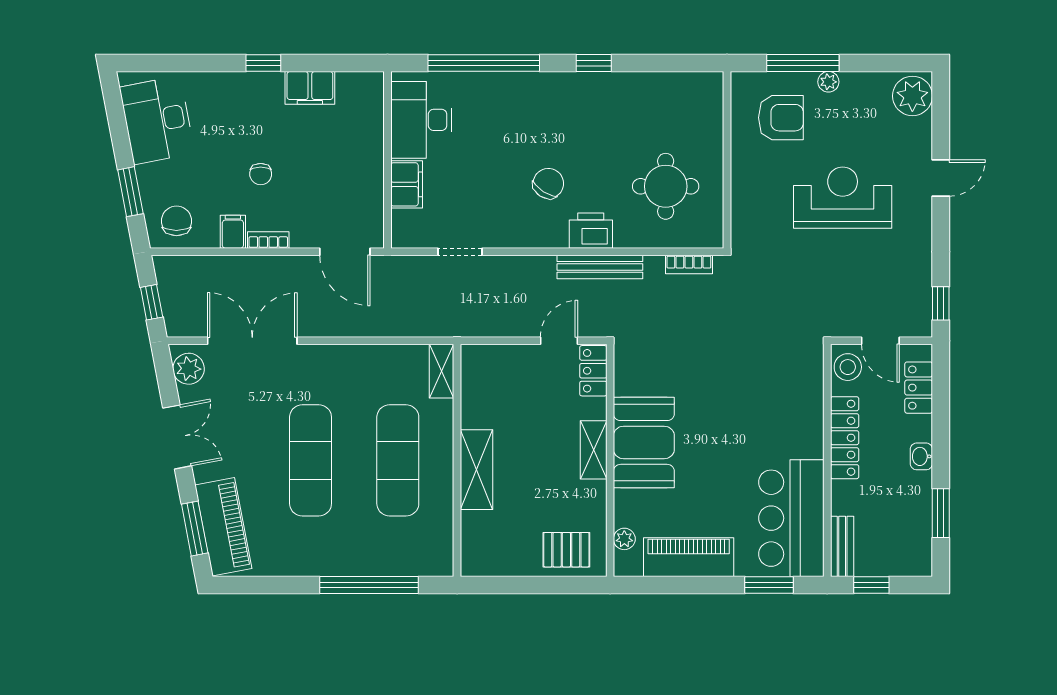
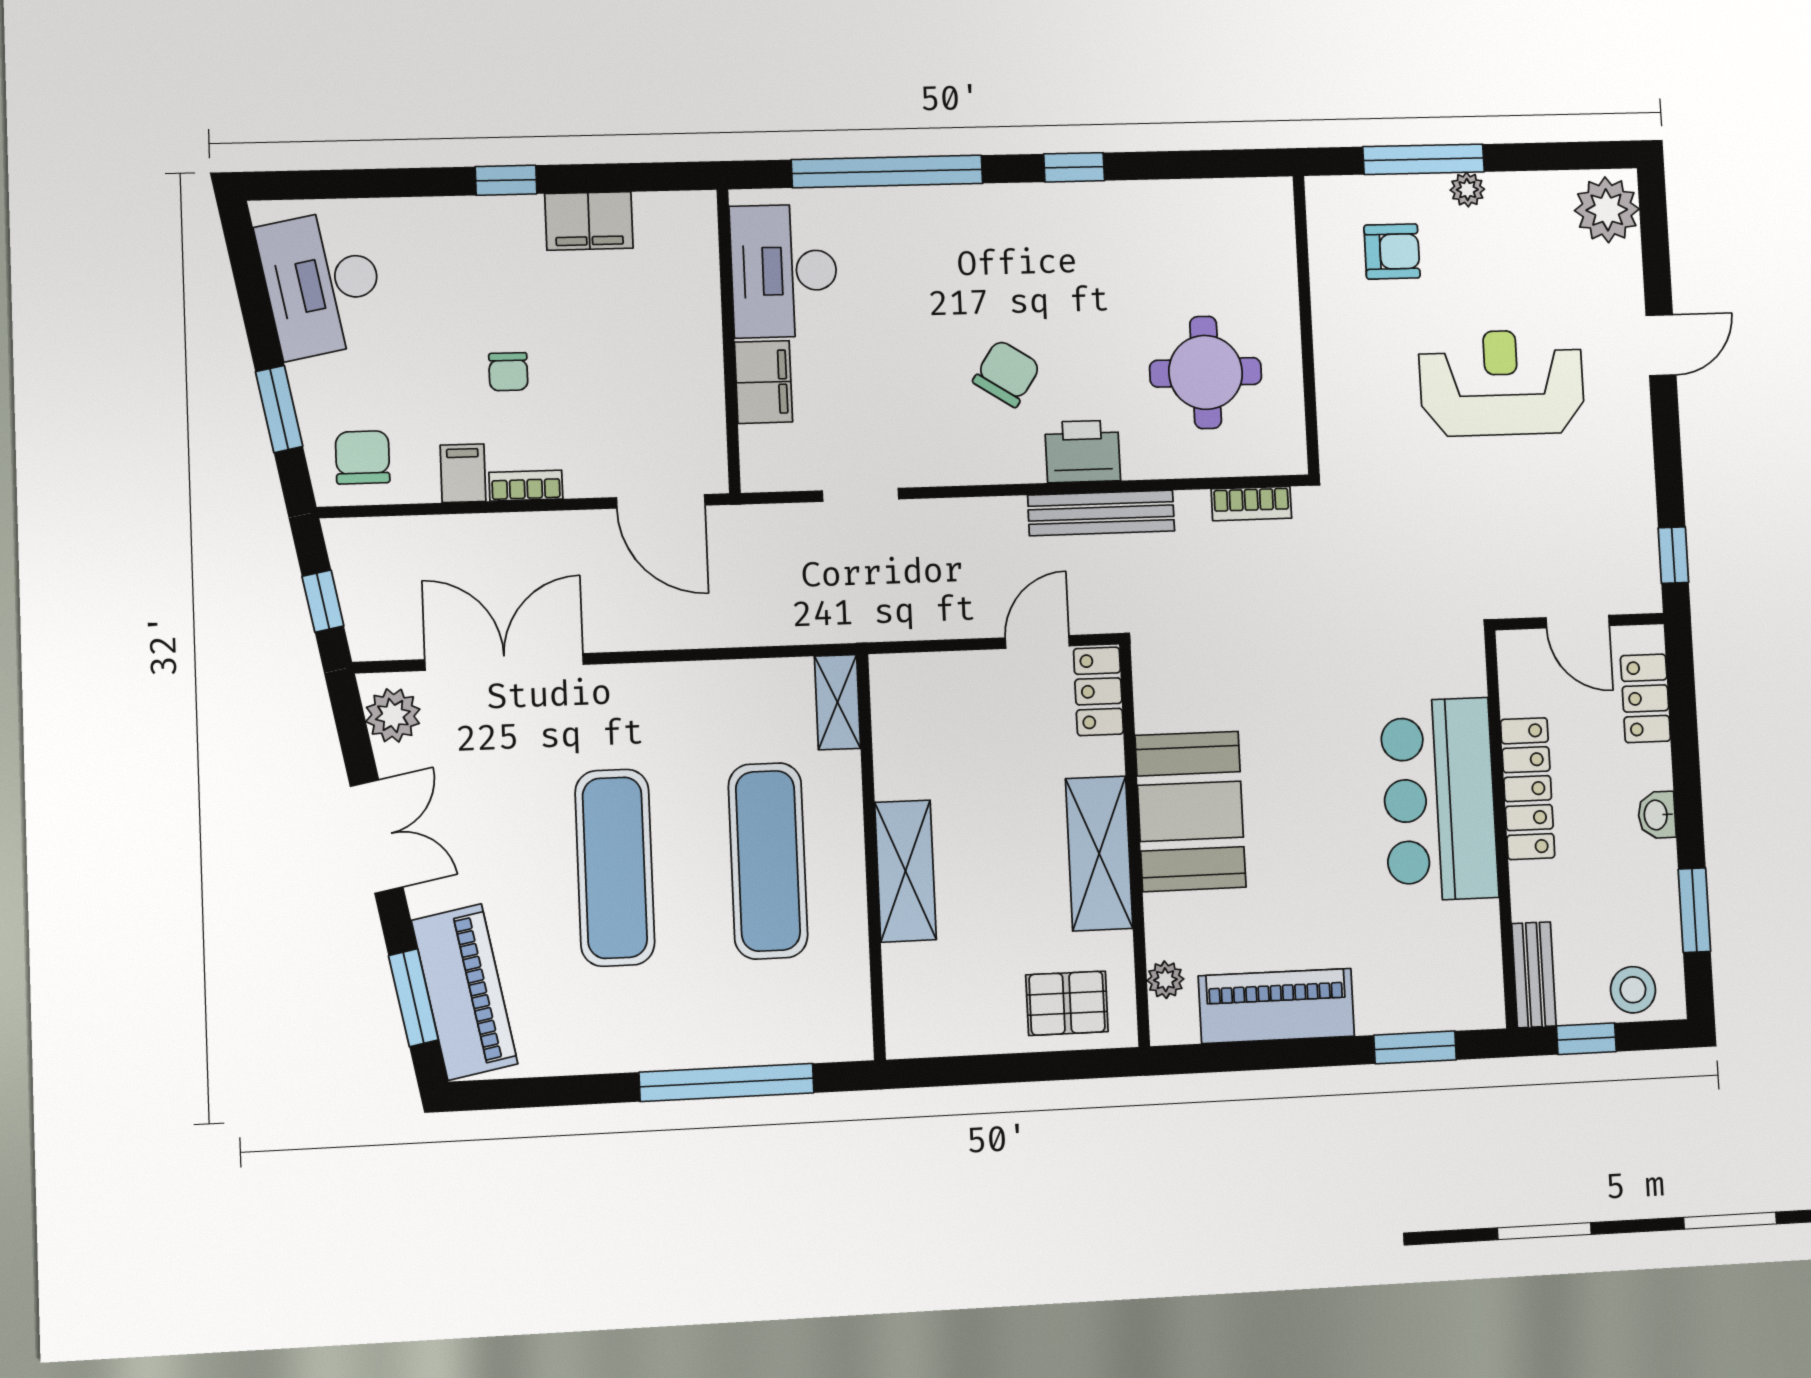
armchair: (781, 118) -> (1392, 252), width x0.72, depth x0.72
stool: (848, 367) -> (1633, 990), moved
shelving: (594, 450) -> (1099, 853), width x1.50, depth x1.33
bar counter: (791, 518) -> (1439, 800), moved

